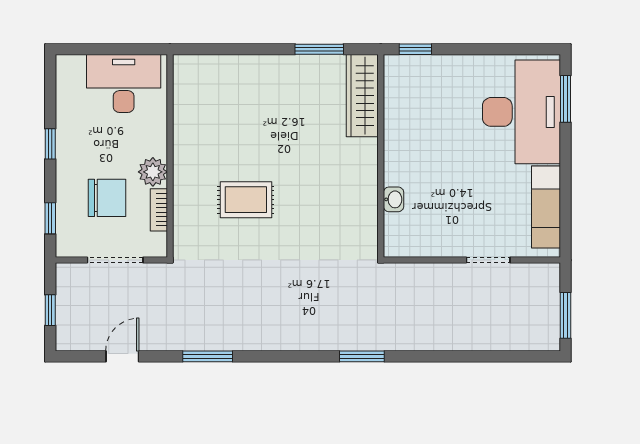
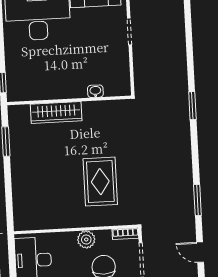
wardrobe: (362, 96) -> (56, 113), moved
rug: (246, 200) -> (100, 182), width x1.36, depth x1.43
bookcase: (159, 210) -> (125, 234), moved

